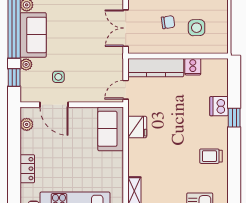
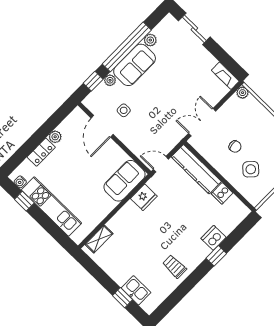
side table: (197, 28) -> (251, 169), turned 45
plant: (27, 124) -> (55, 137), moved

